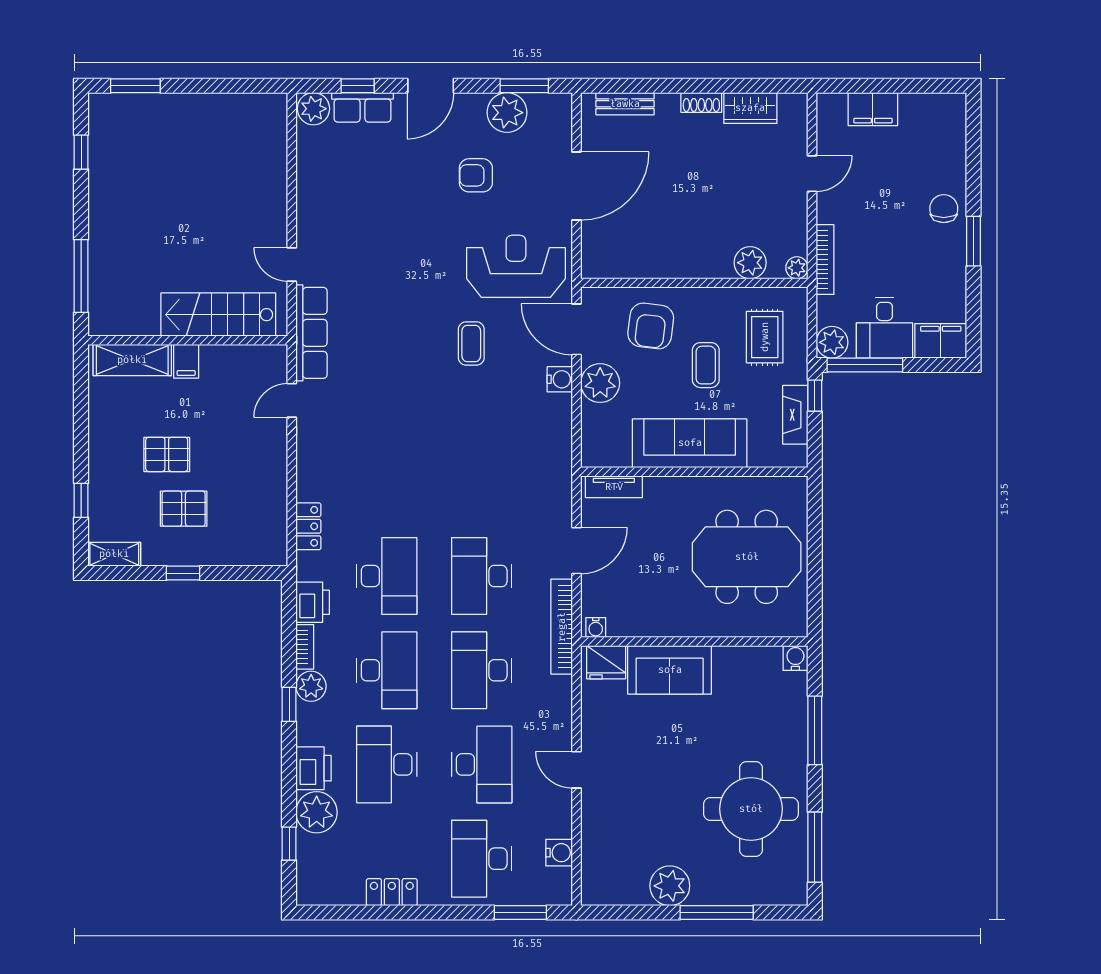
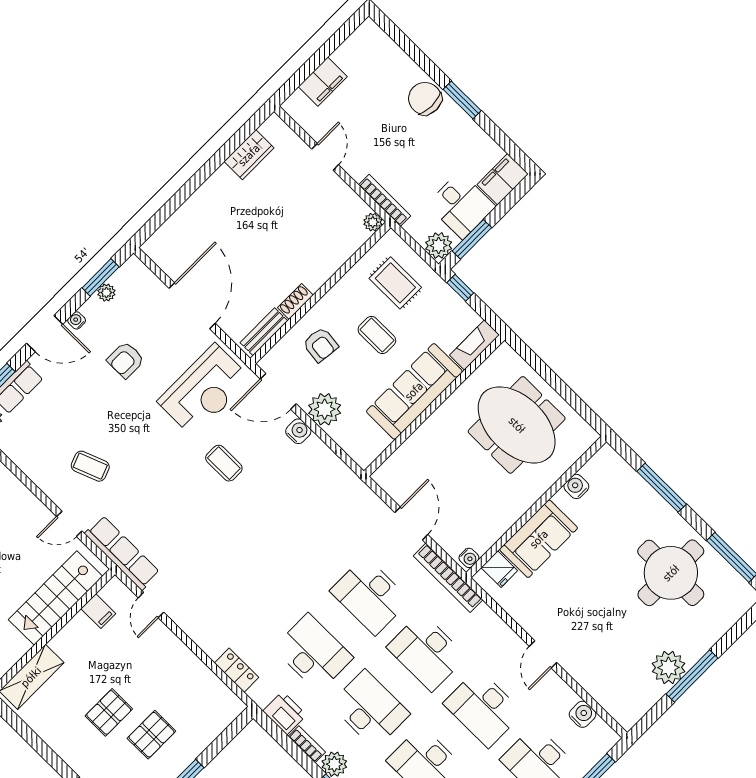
door: (431, 86) -> (45, 334), hinge flipped
water cooler: (468, 101) -> (77, 320), added
shoe rack: (701, 102) -> (295, 301), moved, turned 180
bench: (625, 104) -> (264, 332), moved
plant: (507, 113) -> (106, 293), width x0.53, depth x0.53
chair: (944, 209) -> (425, 98), width x1.37, depth x1.37
coffee table: (358, 234) -> (90, 466), added
plant: (750, 263) -> (342, 247), removed
reception desk: (516, 266) -> (204, 390), turned 180
armchair: (651, 326) -> (321, 345), width x0.72, depth x0.72
filing cabinet: (186, 361) -> (98, 611), moved
window: (865, 365) -> (472, 239), width x0.69
fireplace: (795, 415) -> (474, 345), moved, turned 90
tv unit: (614, 487) -> (395, 463), removed
meeting table: (747, 557) -> (517, 425), turned 90
water cooler: (795, 658) -> (576, 486), moved
fridge: (606, 662) -> (499, 569), width x0.72
desk: (482, 764) -> (483, 708), turned 180
door: (577, 770) -> (543, 654), hinge flipped
window: (717, 913) -> (692, 676), moved

